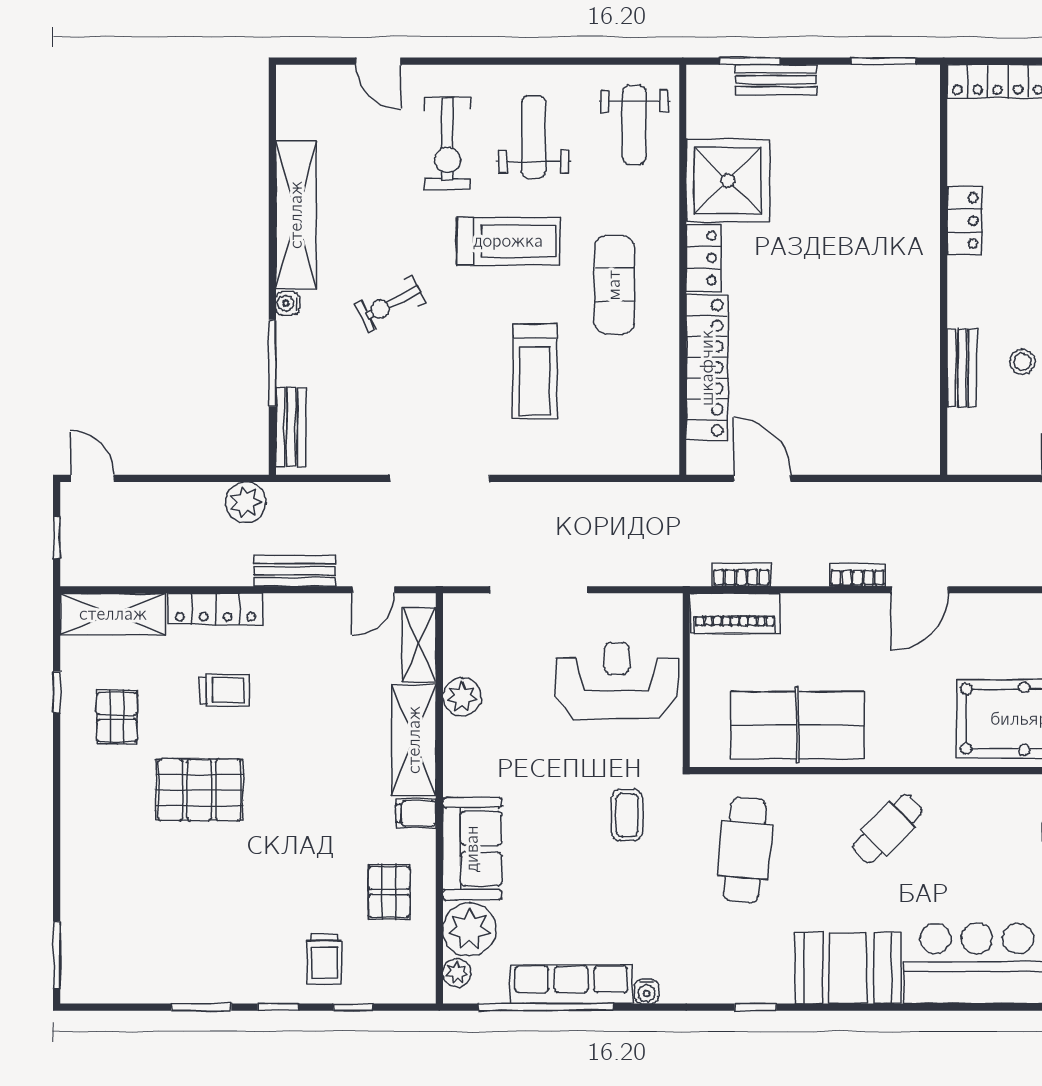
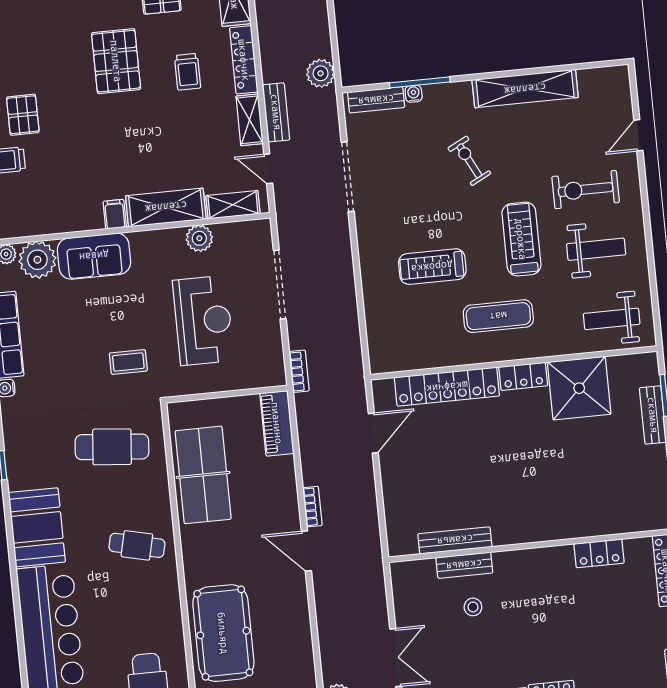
locker: (964, 221) -> (599, 553), moved
treadmill: (508, 241) -> (521, 239), turned 180
water cooler: (287, 303) -> (414, 94), moved
bench: (926, 378) -> (455, 540), added
doorway: (440, 478) -> (348, 177), moved
bookcase: (741, 575) -> (299, 371), moved
shelving: (301, 609) -> (250, 120), added
reception desk: (617, 681) -> (203, 321), moved
cafe table: (888, 829) -> (137, 545), turned -32
pallet: (389, 892) -> (23, 115), moved, turned 90

